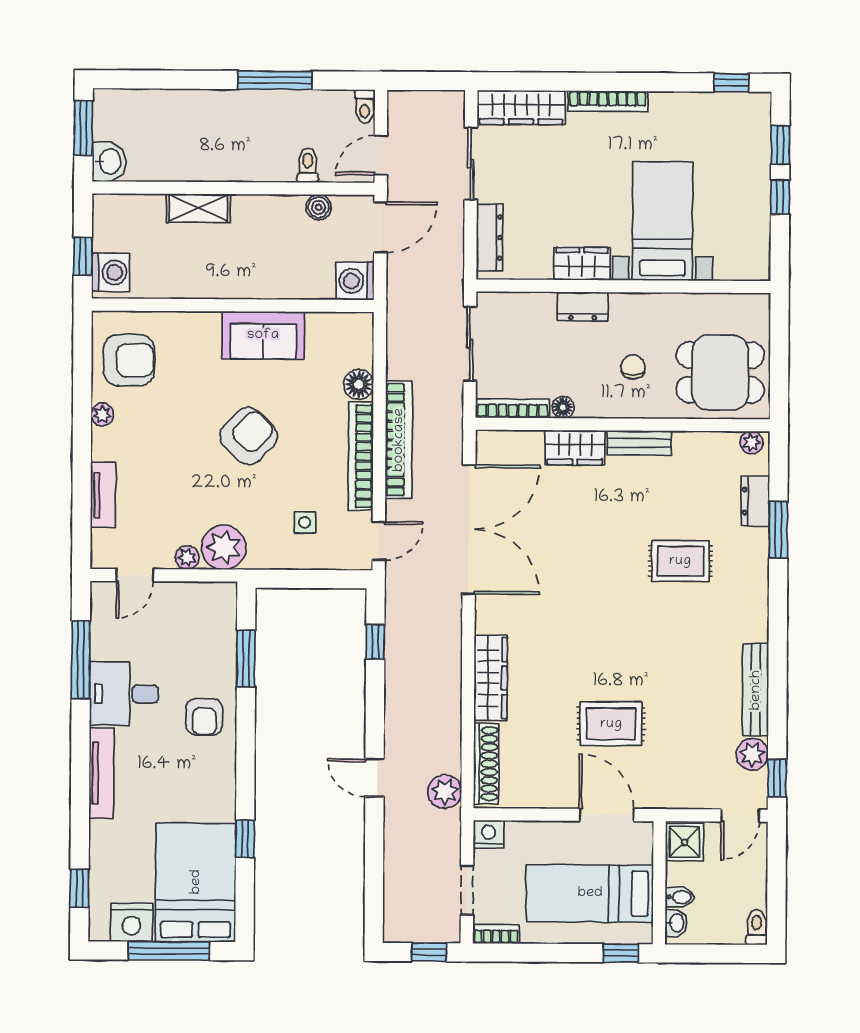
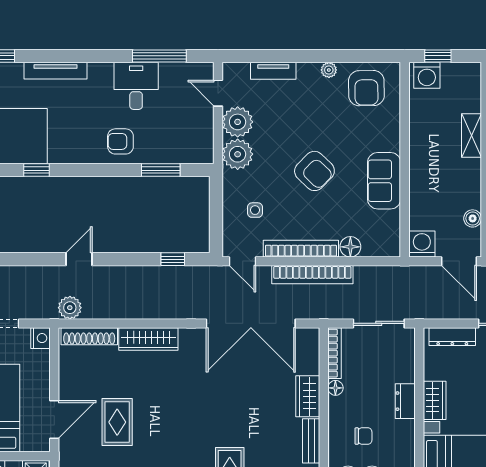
plant: (187, 558) -> (238, 122), width x1.88, depth x1.88
tv unit: (101, 773) -> (55, 71), moved

